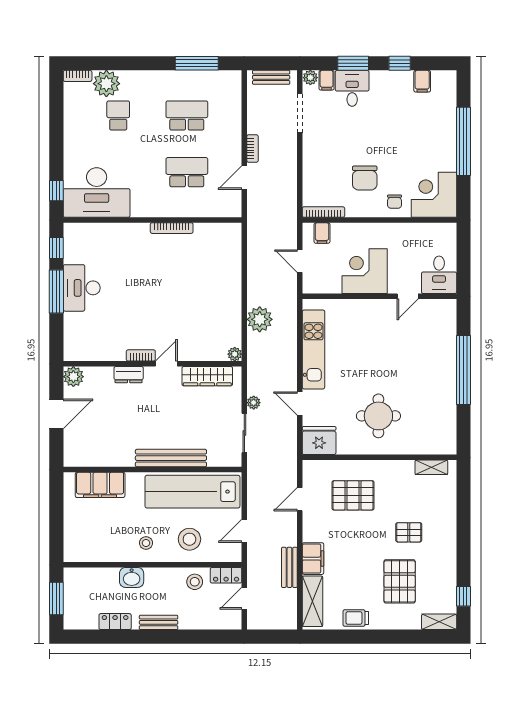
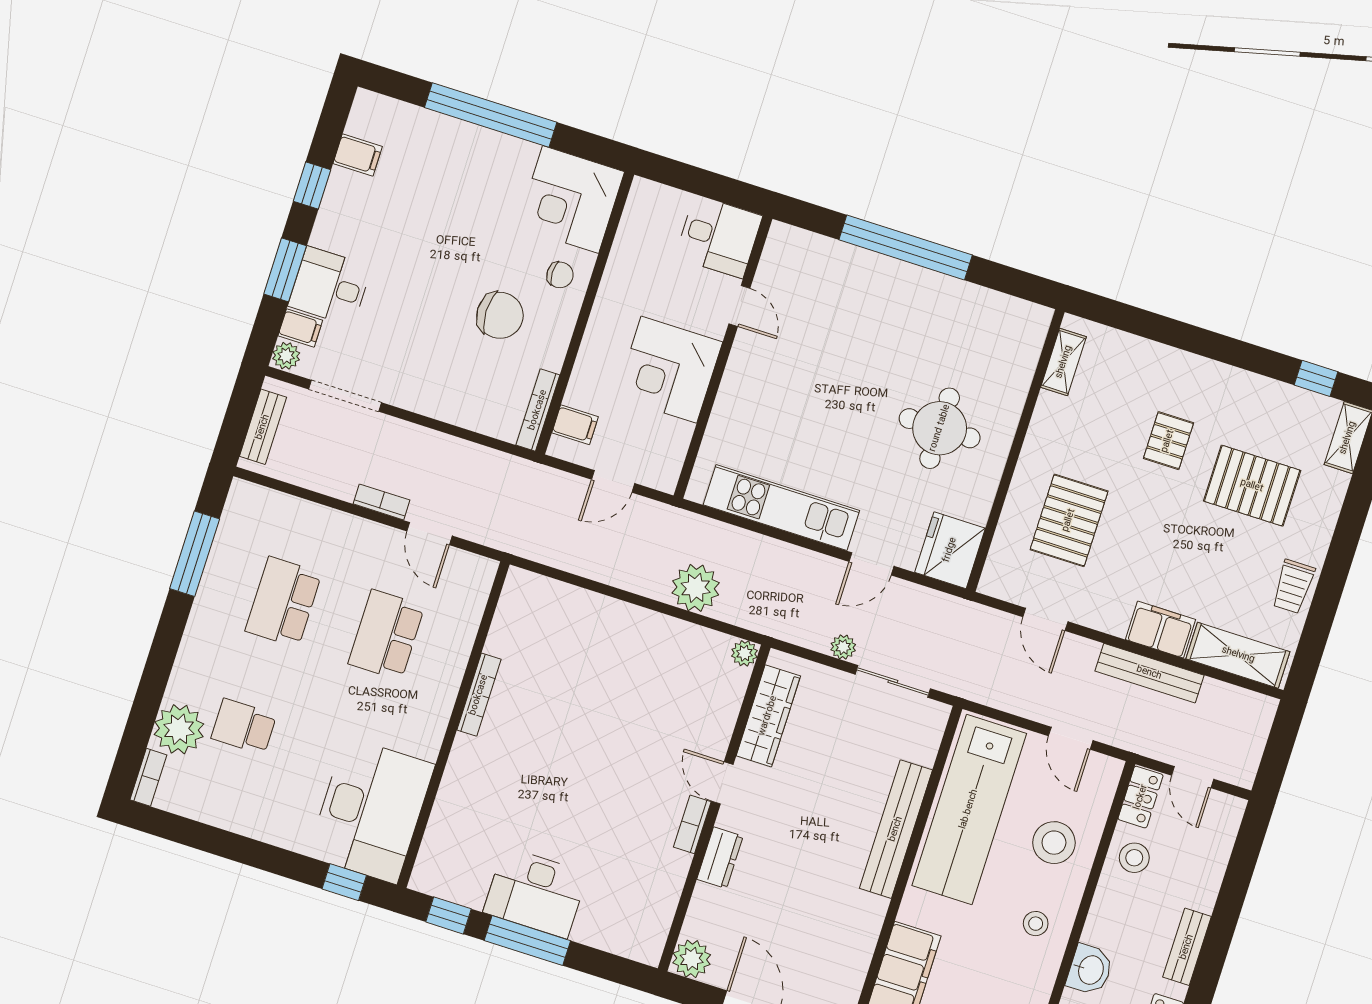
bench: (289, 567) -> (1149, 673), width x1.36

